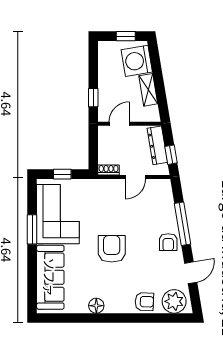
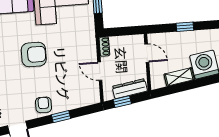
window: (93, 98) -> (185, 27), moved
window: (183, 224) -> (61, 117), width x0.46
armchair: (168, 242) -> (43, 105), turned 90

